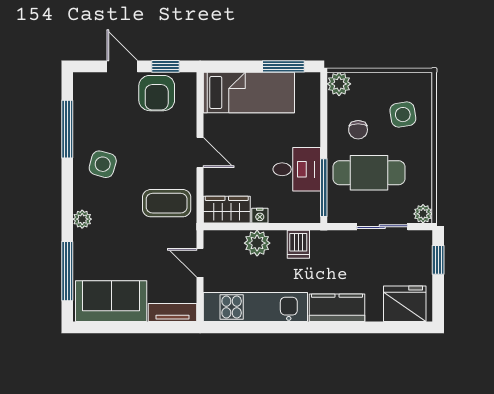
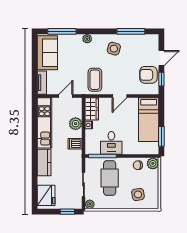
chair: (358, 130) -> (138, 165), moved

